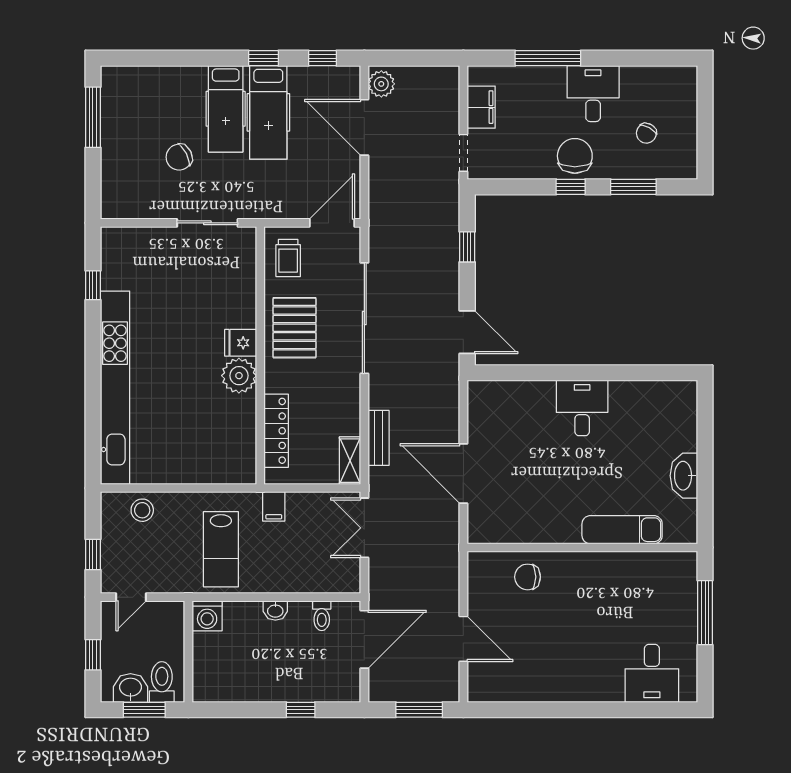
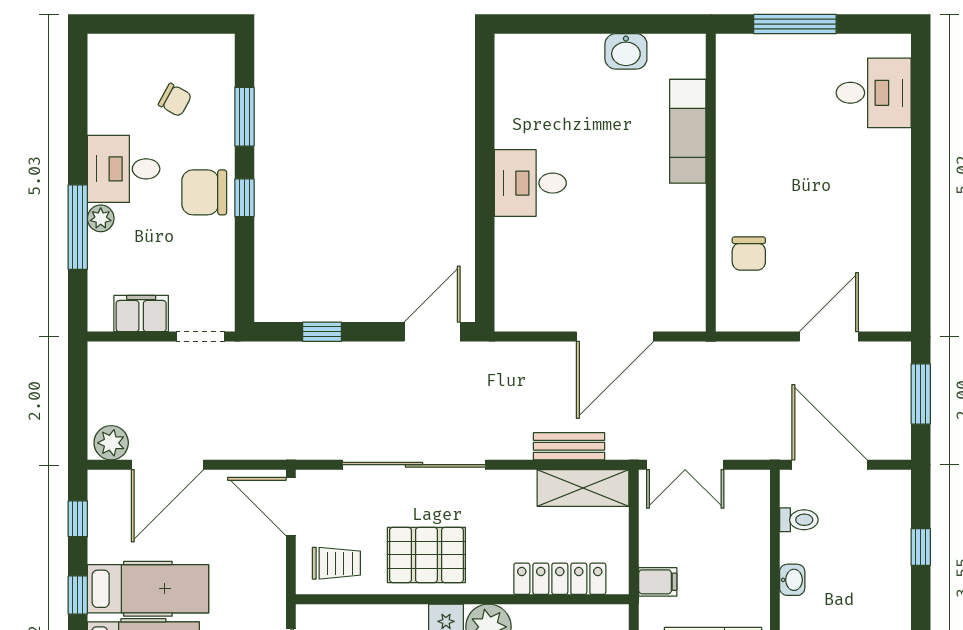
plant: (555, 76) -> (101, 218), added
shelving: (350, 461) -> (583, 488), width x1.50, depth x1.33
washbasin: (684, 476) -> (626, 51), width x0.72

